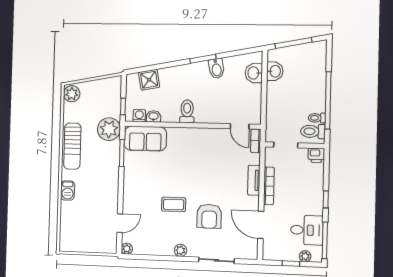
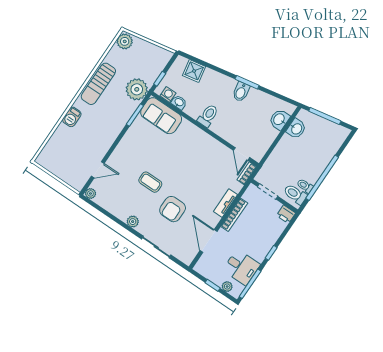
bidet: (216, 69) -> (241, 92), moved

